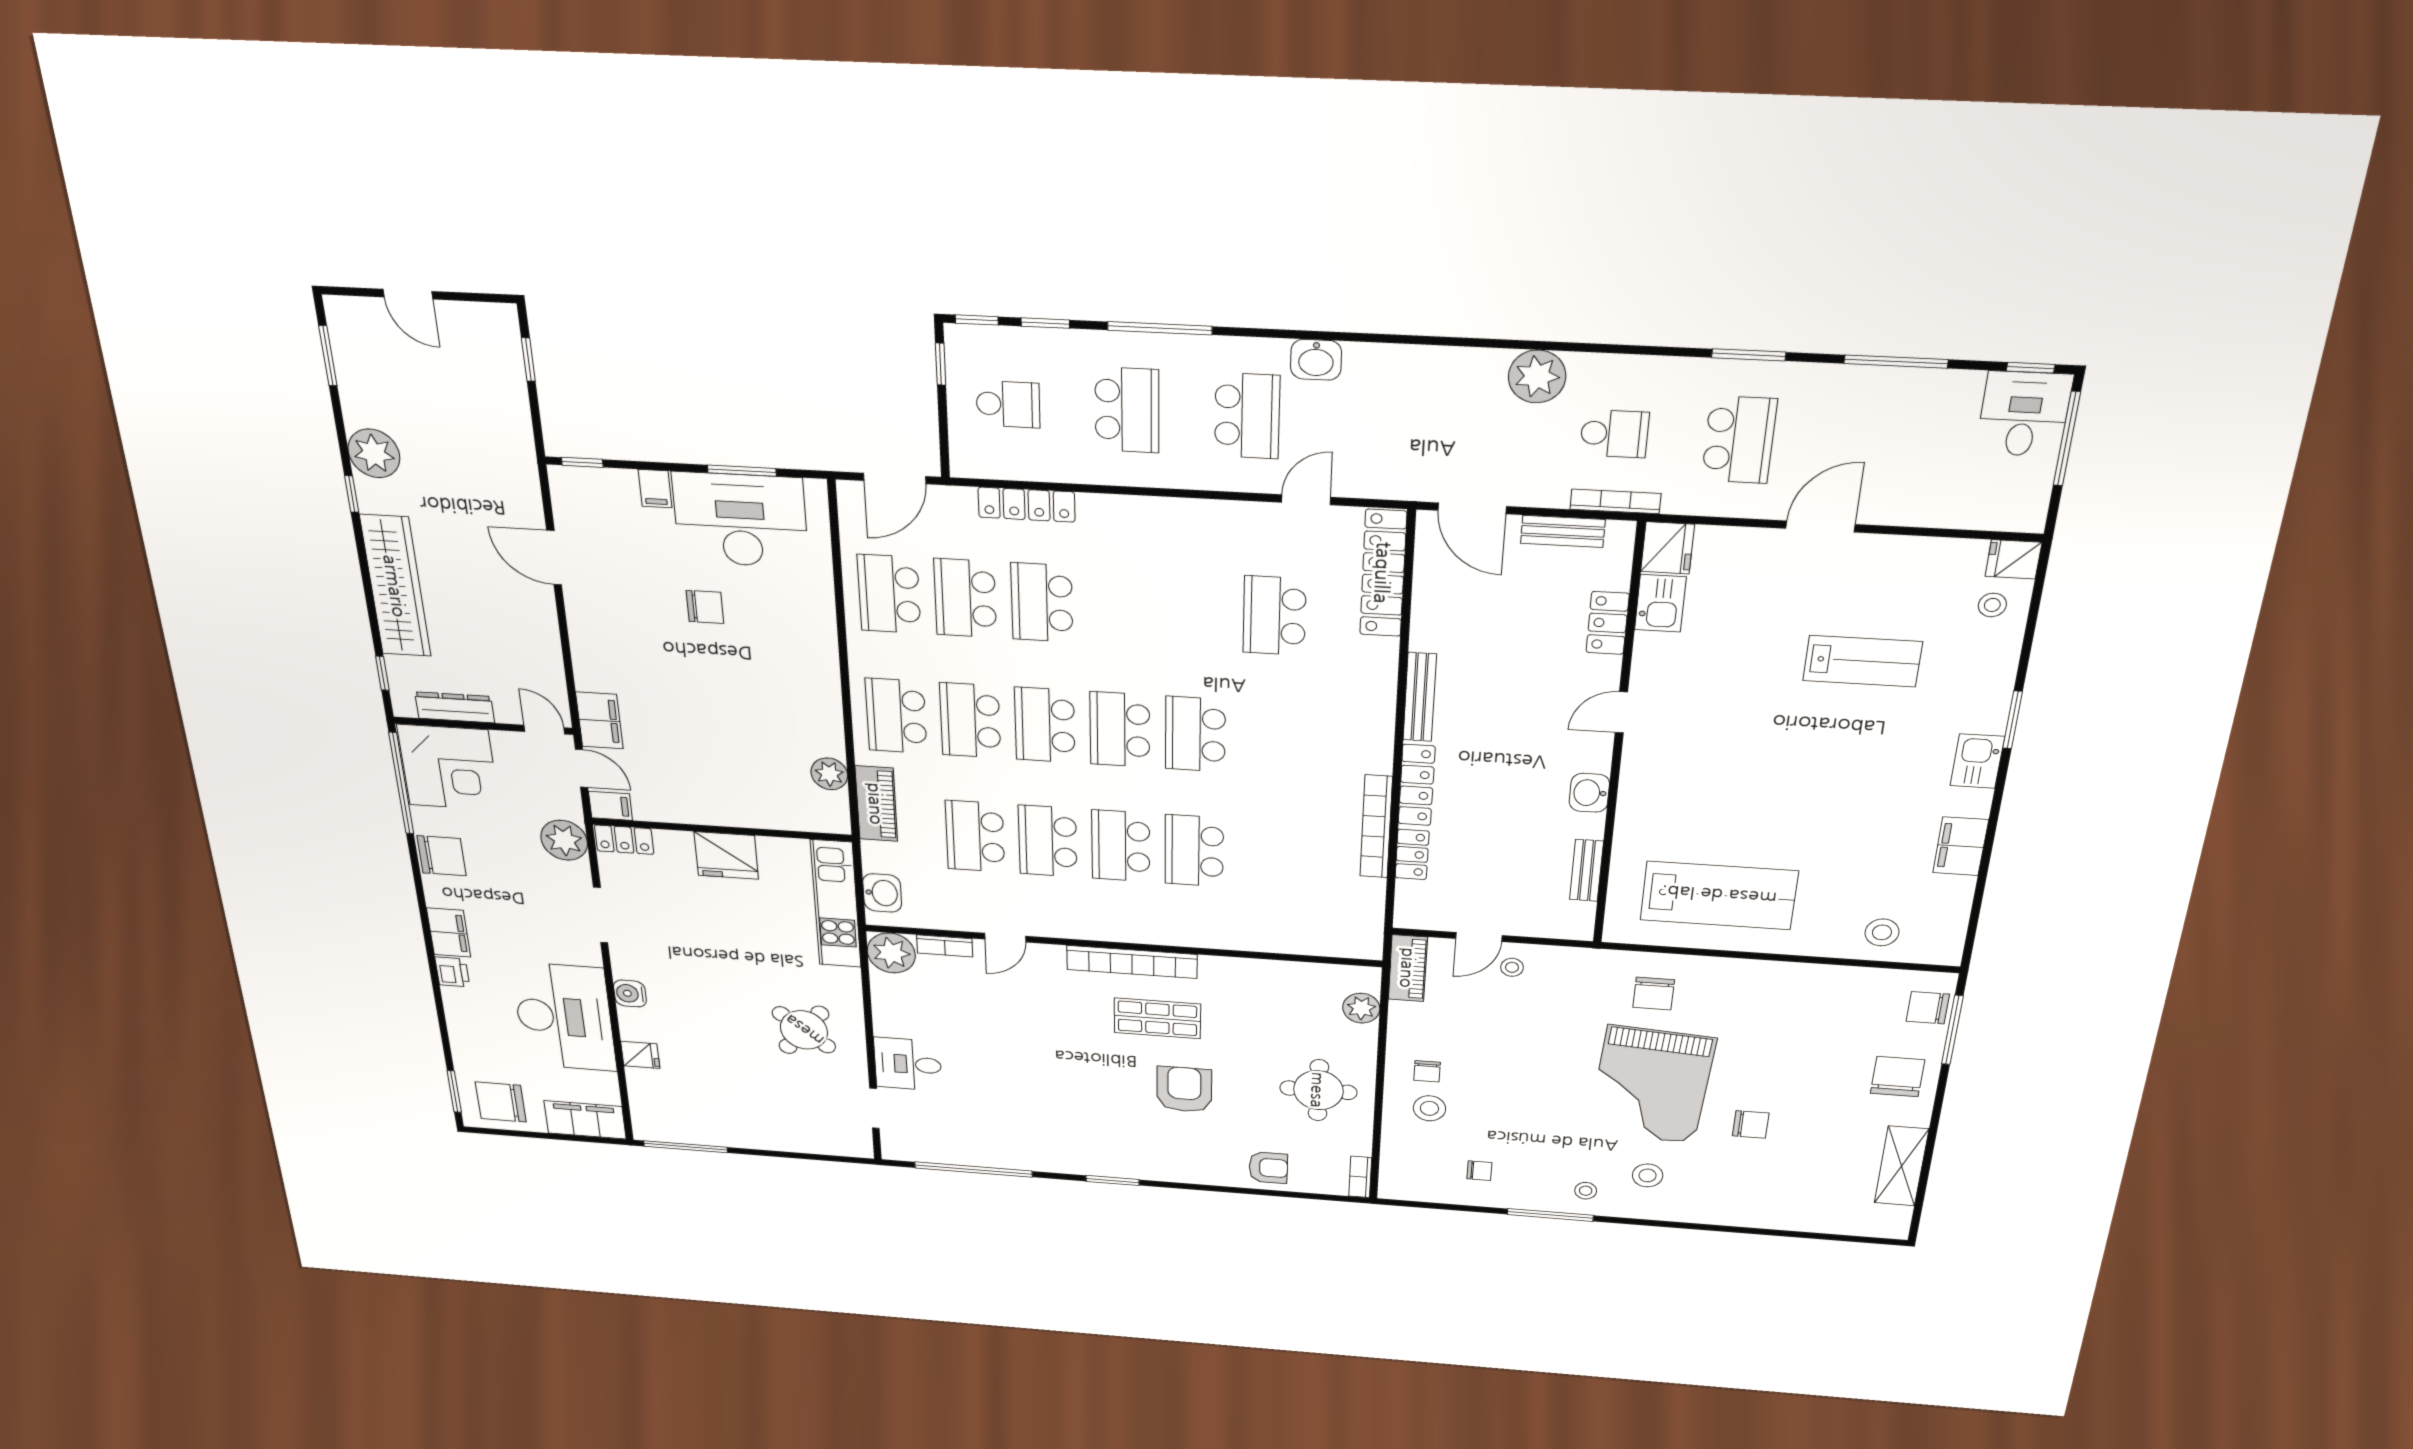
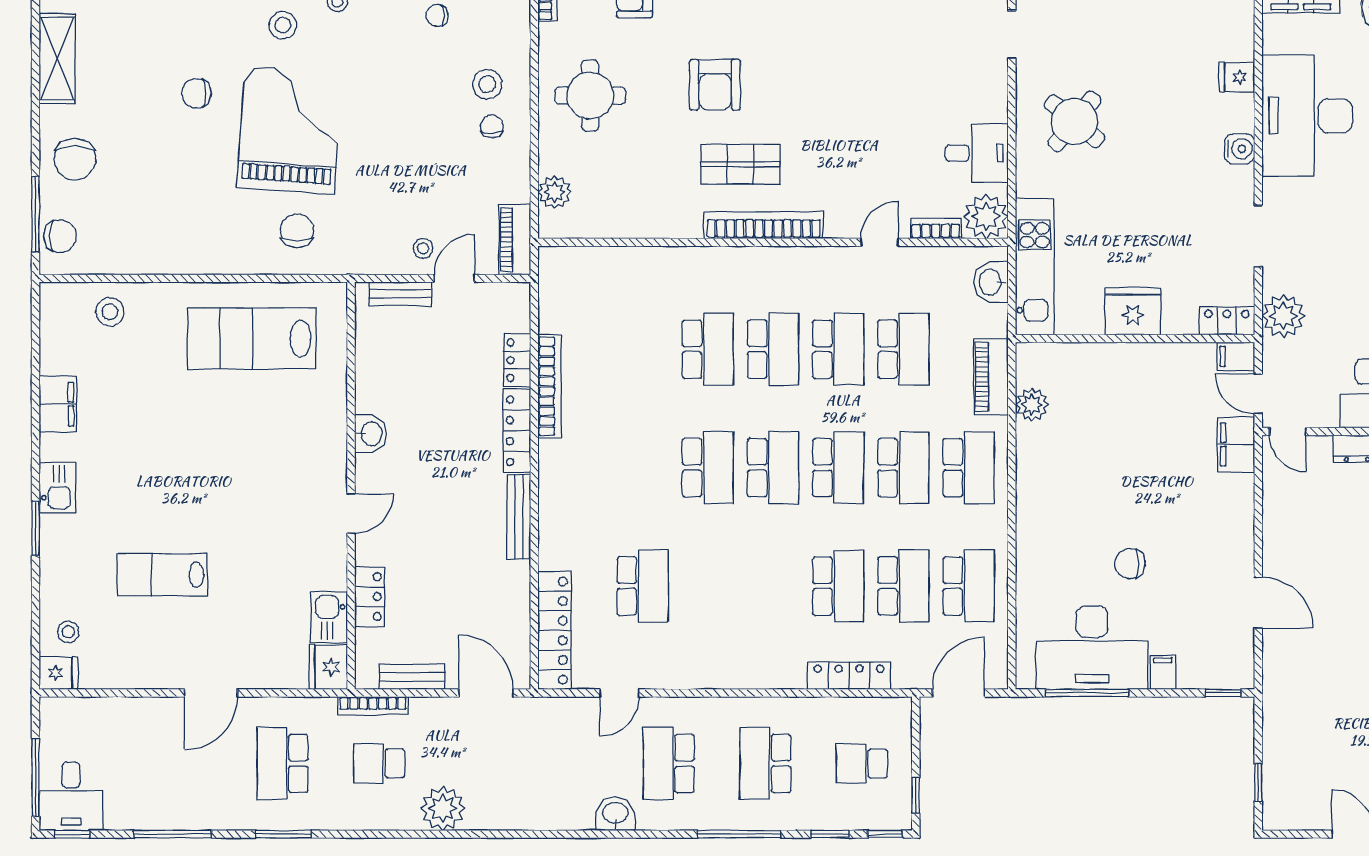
window: (742, 471) -> (1087, 693), width x1.44
bench: (1586, 870) -> (400, 294), moved, turned 90
desk: (908, 1064) -> (977, 153), moved

